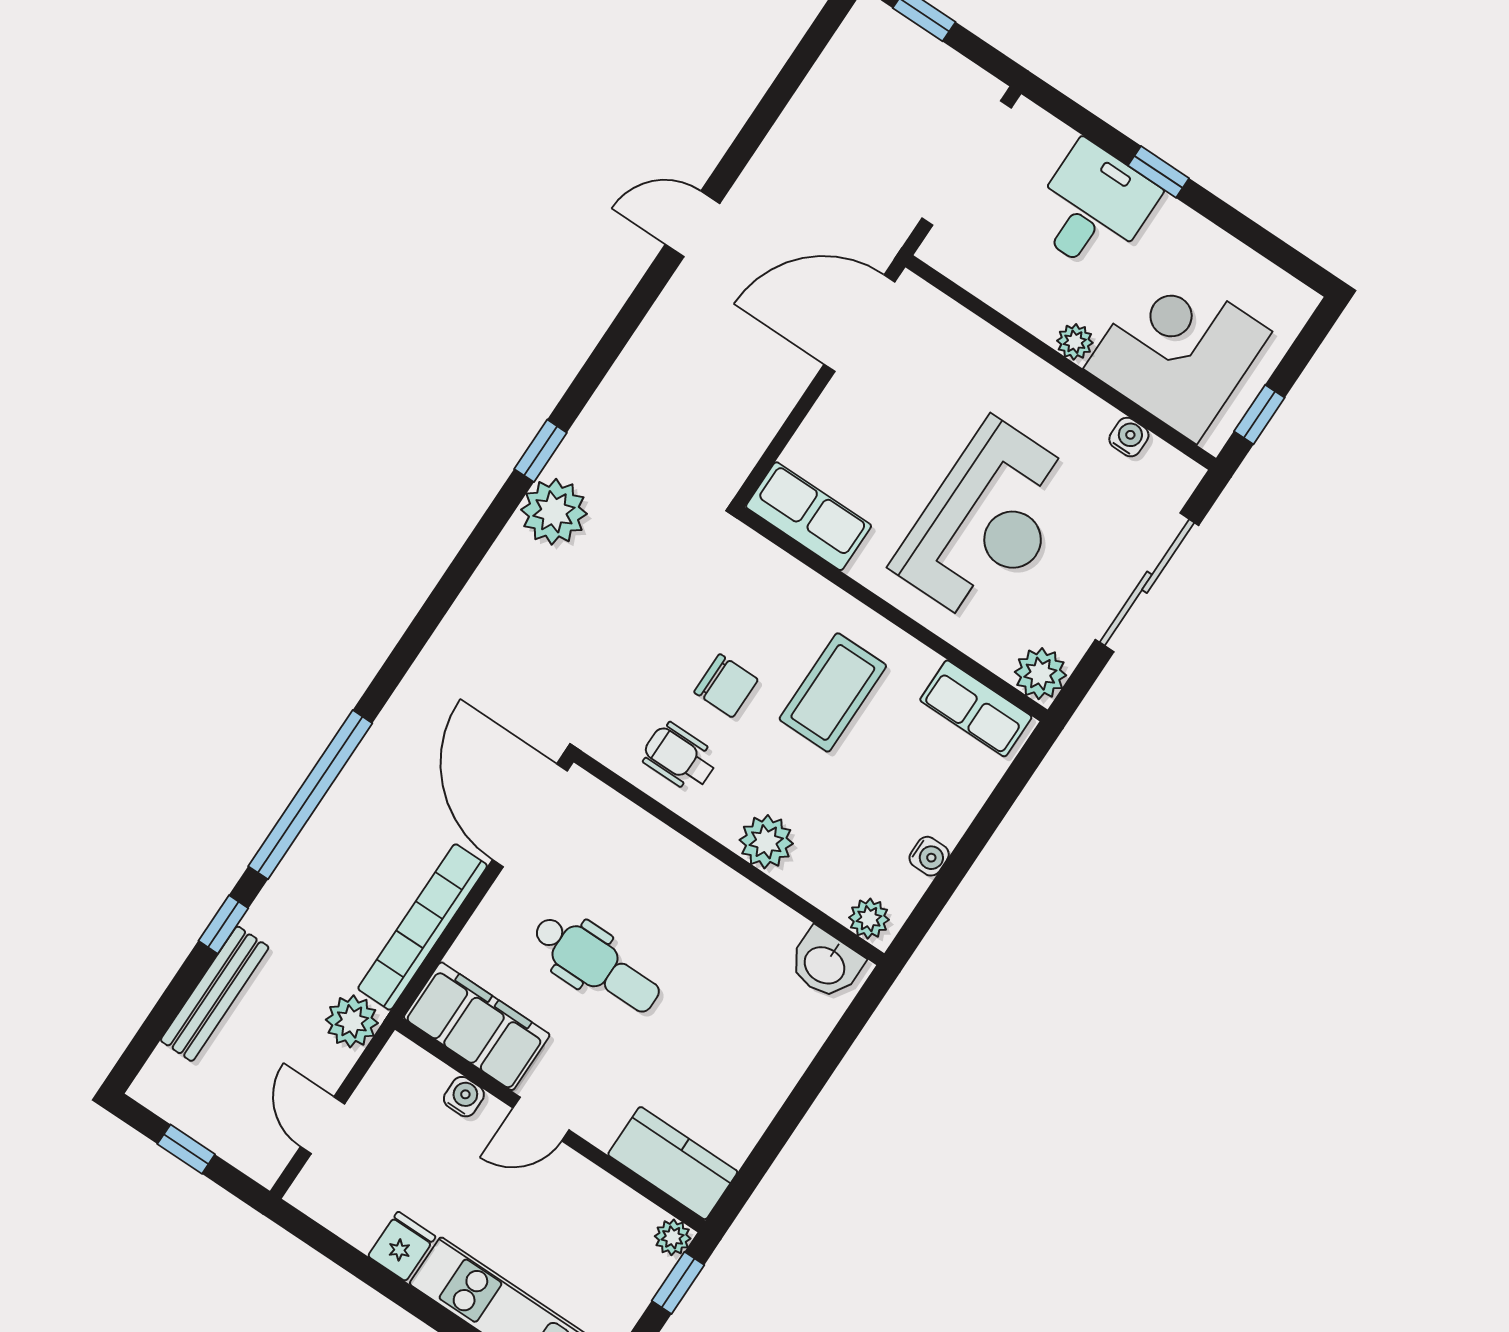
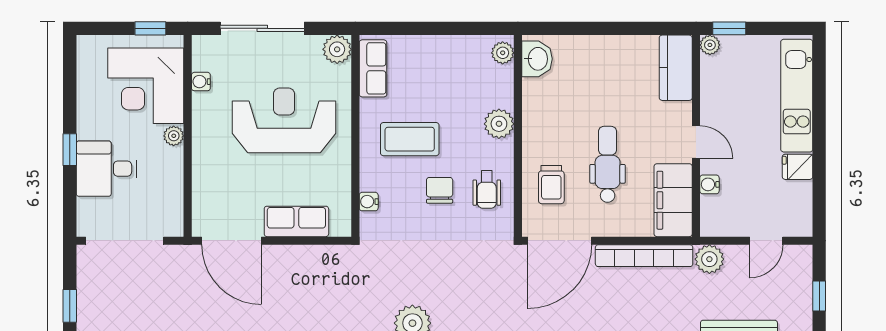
row of seats: (809, 516) -> (296, 221), moved, turned 90
water cooler: (929, 856) -> (369, 202), moved, turned -90
trolley: (622, 859) -> (551, 185), added

